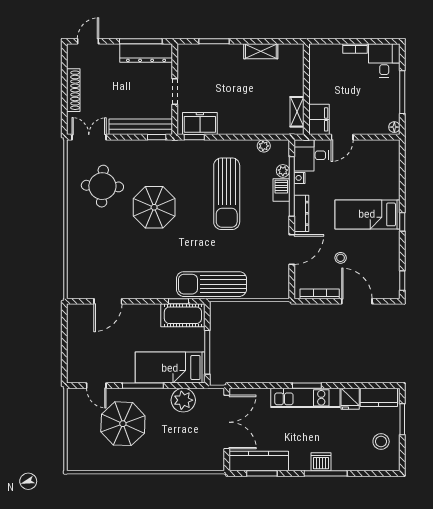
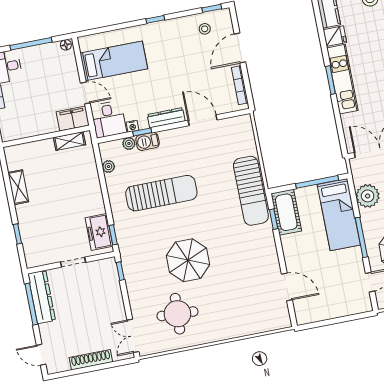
window: (214, 41) -> (17, 234), width x0.67
bench: (141, 127) -> (113, 288), removed
window: (292, 186) -> (142, 132), width x0.32
bed: (367, 214) -> (114, 61), moved, turned -90
stool: (341, 258) -> (205, 29), moved

